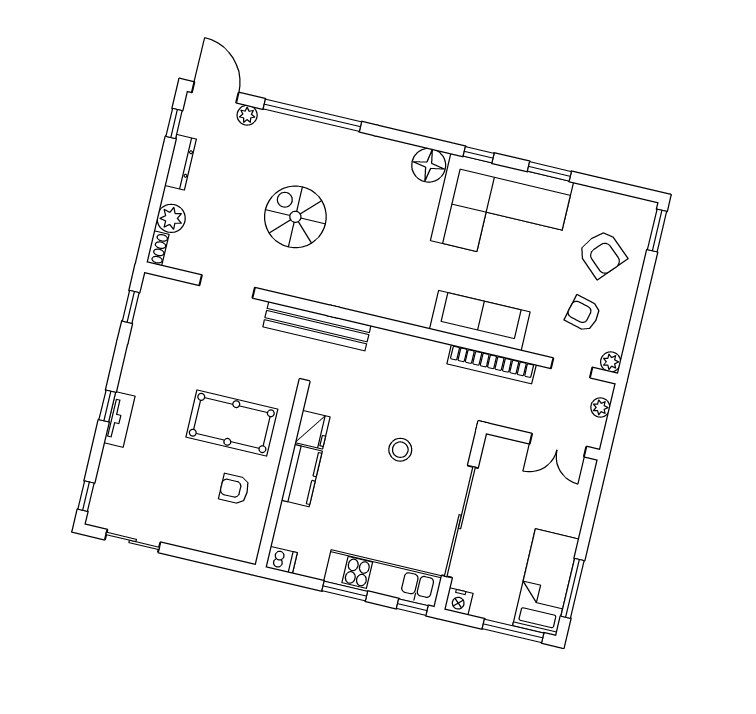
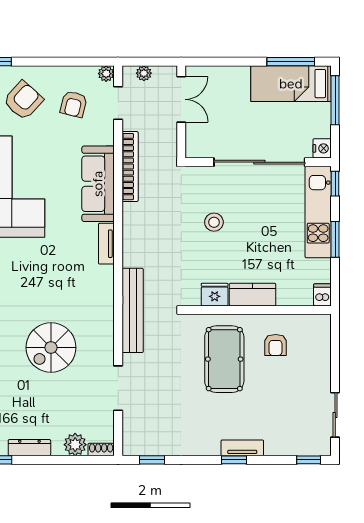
tv unit: (405, 314) -> (106, 244), added

